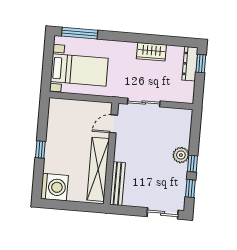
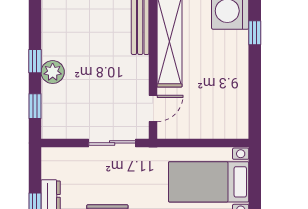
window: (40, 150) -> (255, 33), moved
window: (190, 188) -> (35, 106), moved

